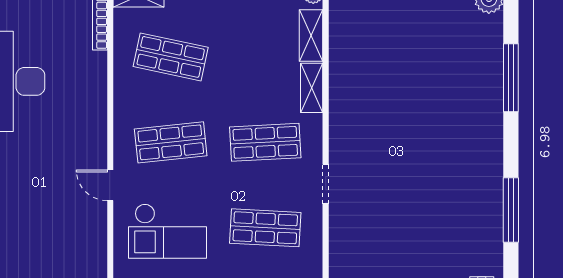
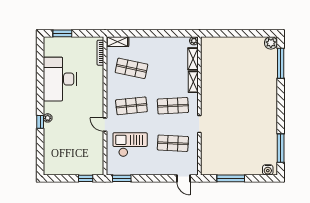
window: (511, 78) -> (281, 63), moved
window: (511, 210) -> (281, 148), moved
checkout: (167, 231) -> (130, 145), turned 180

